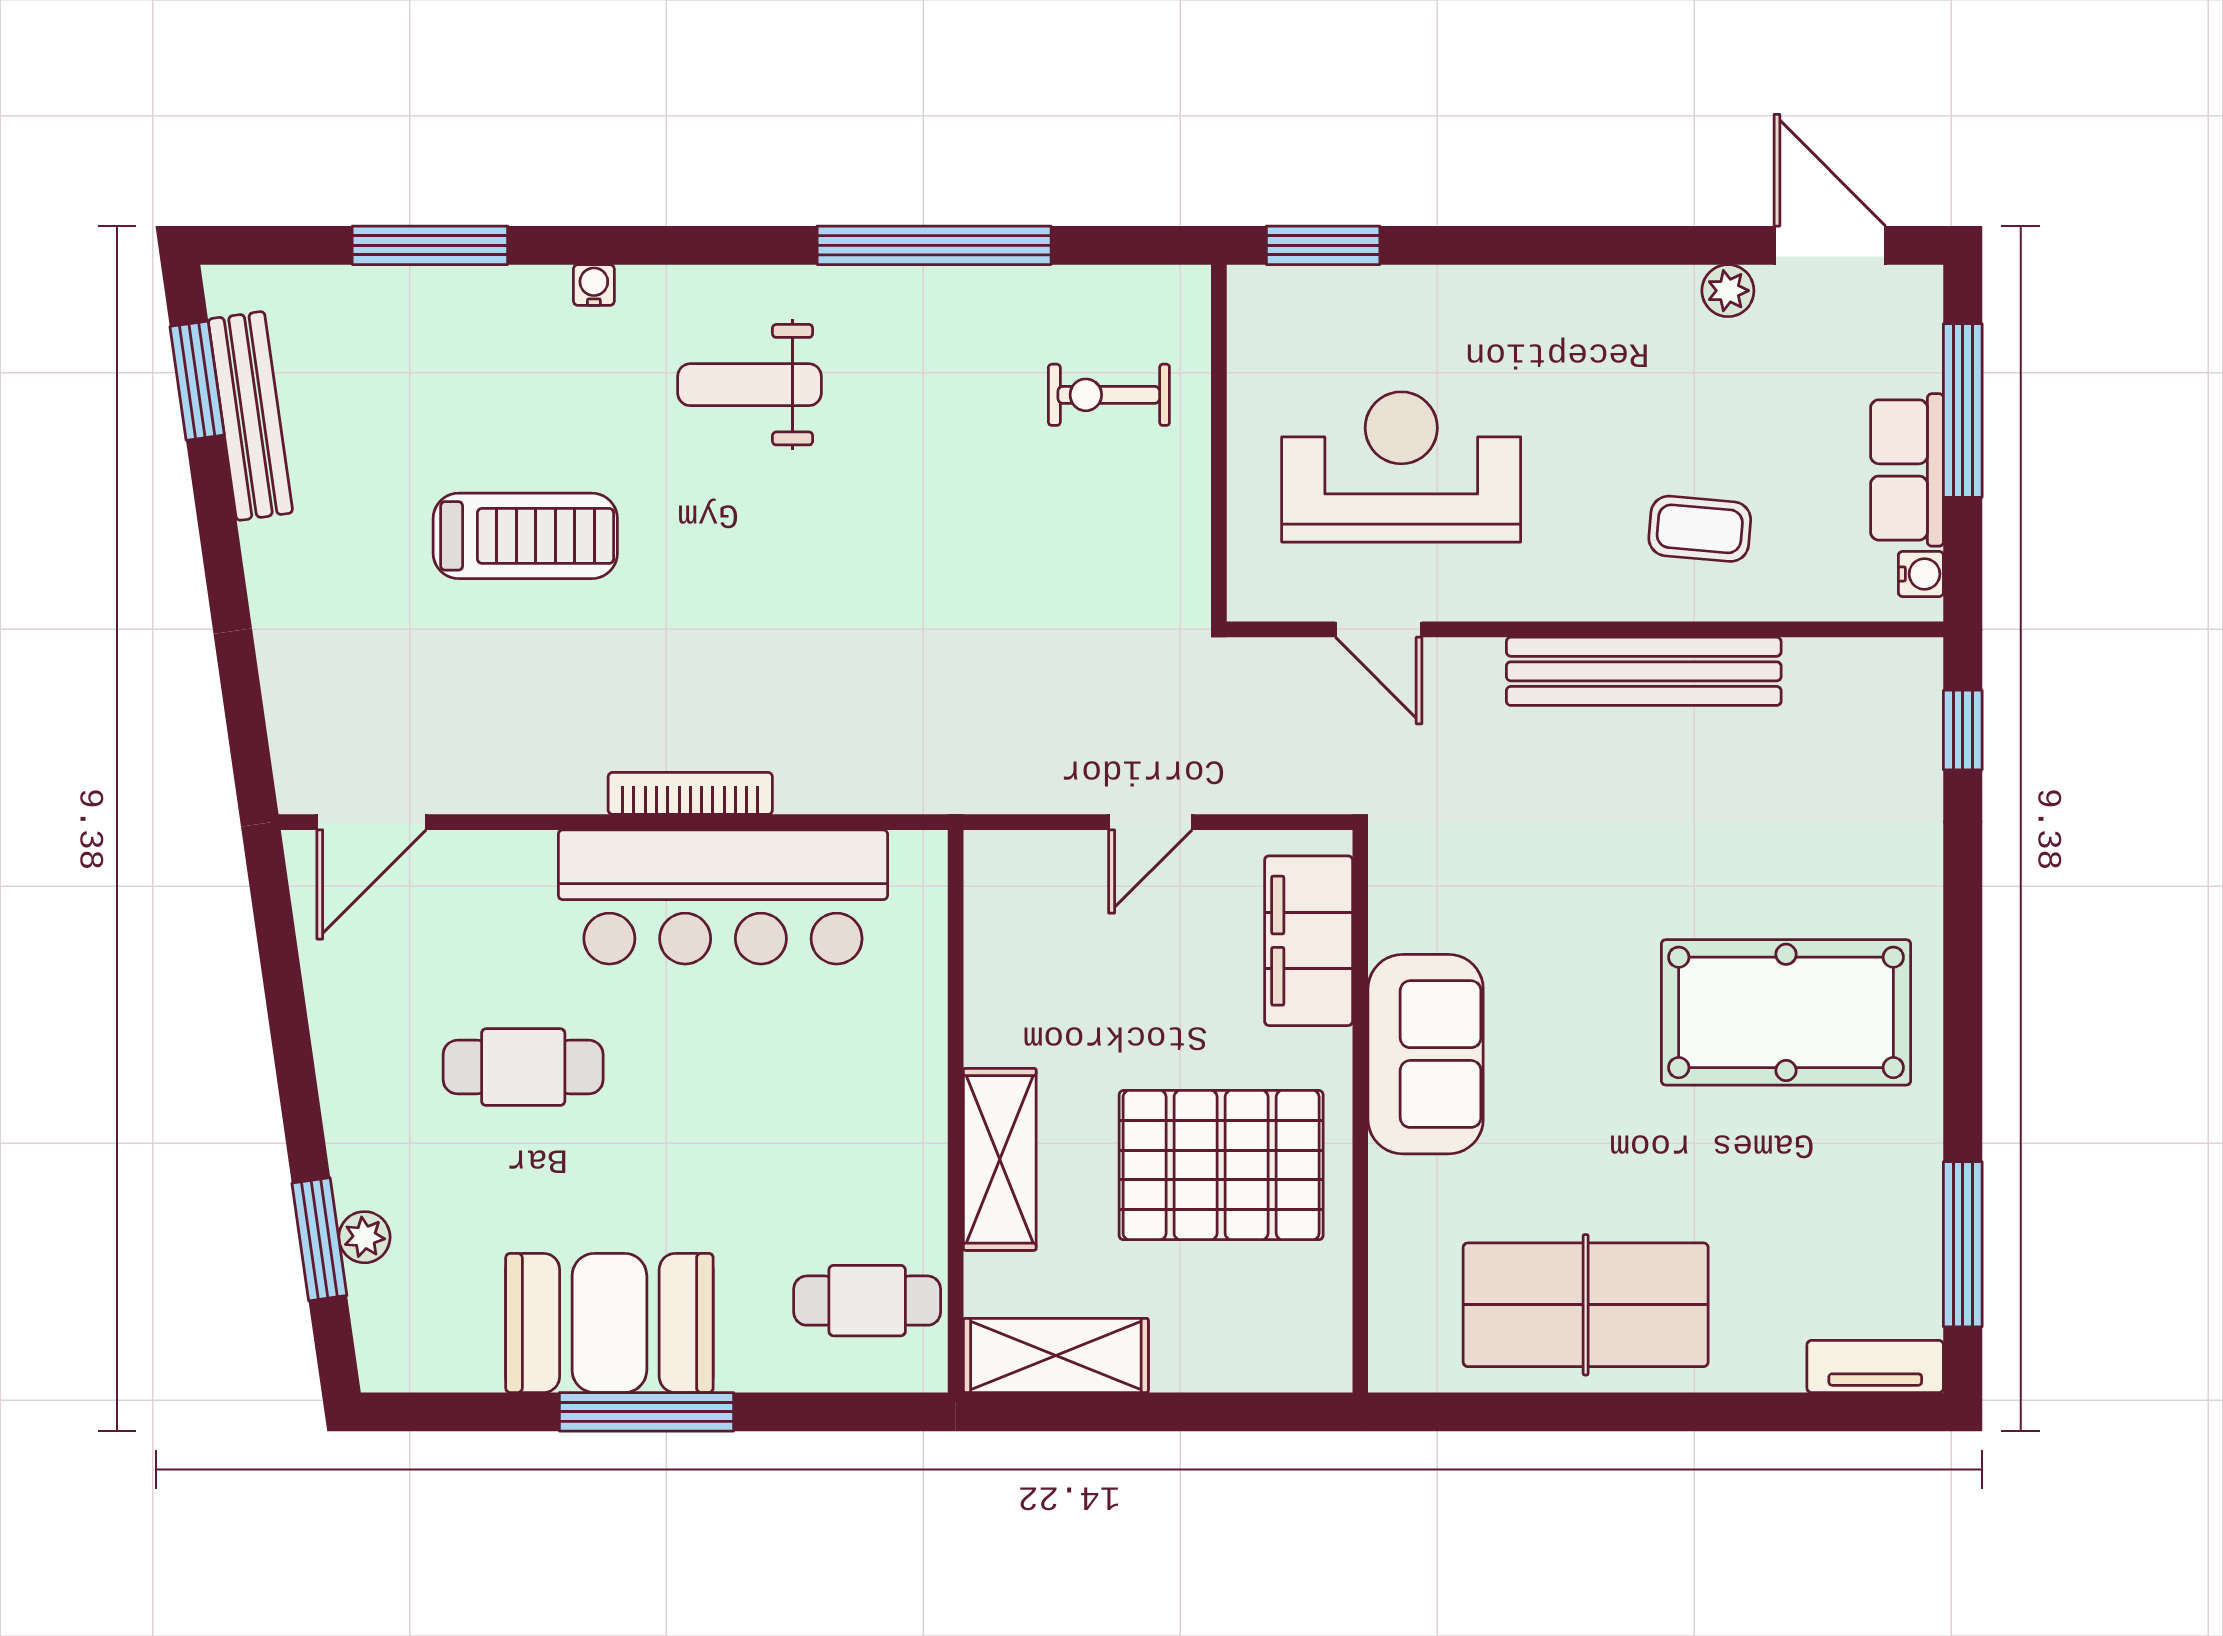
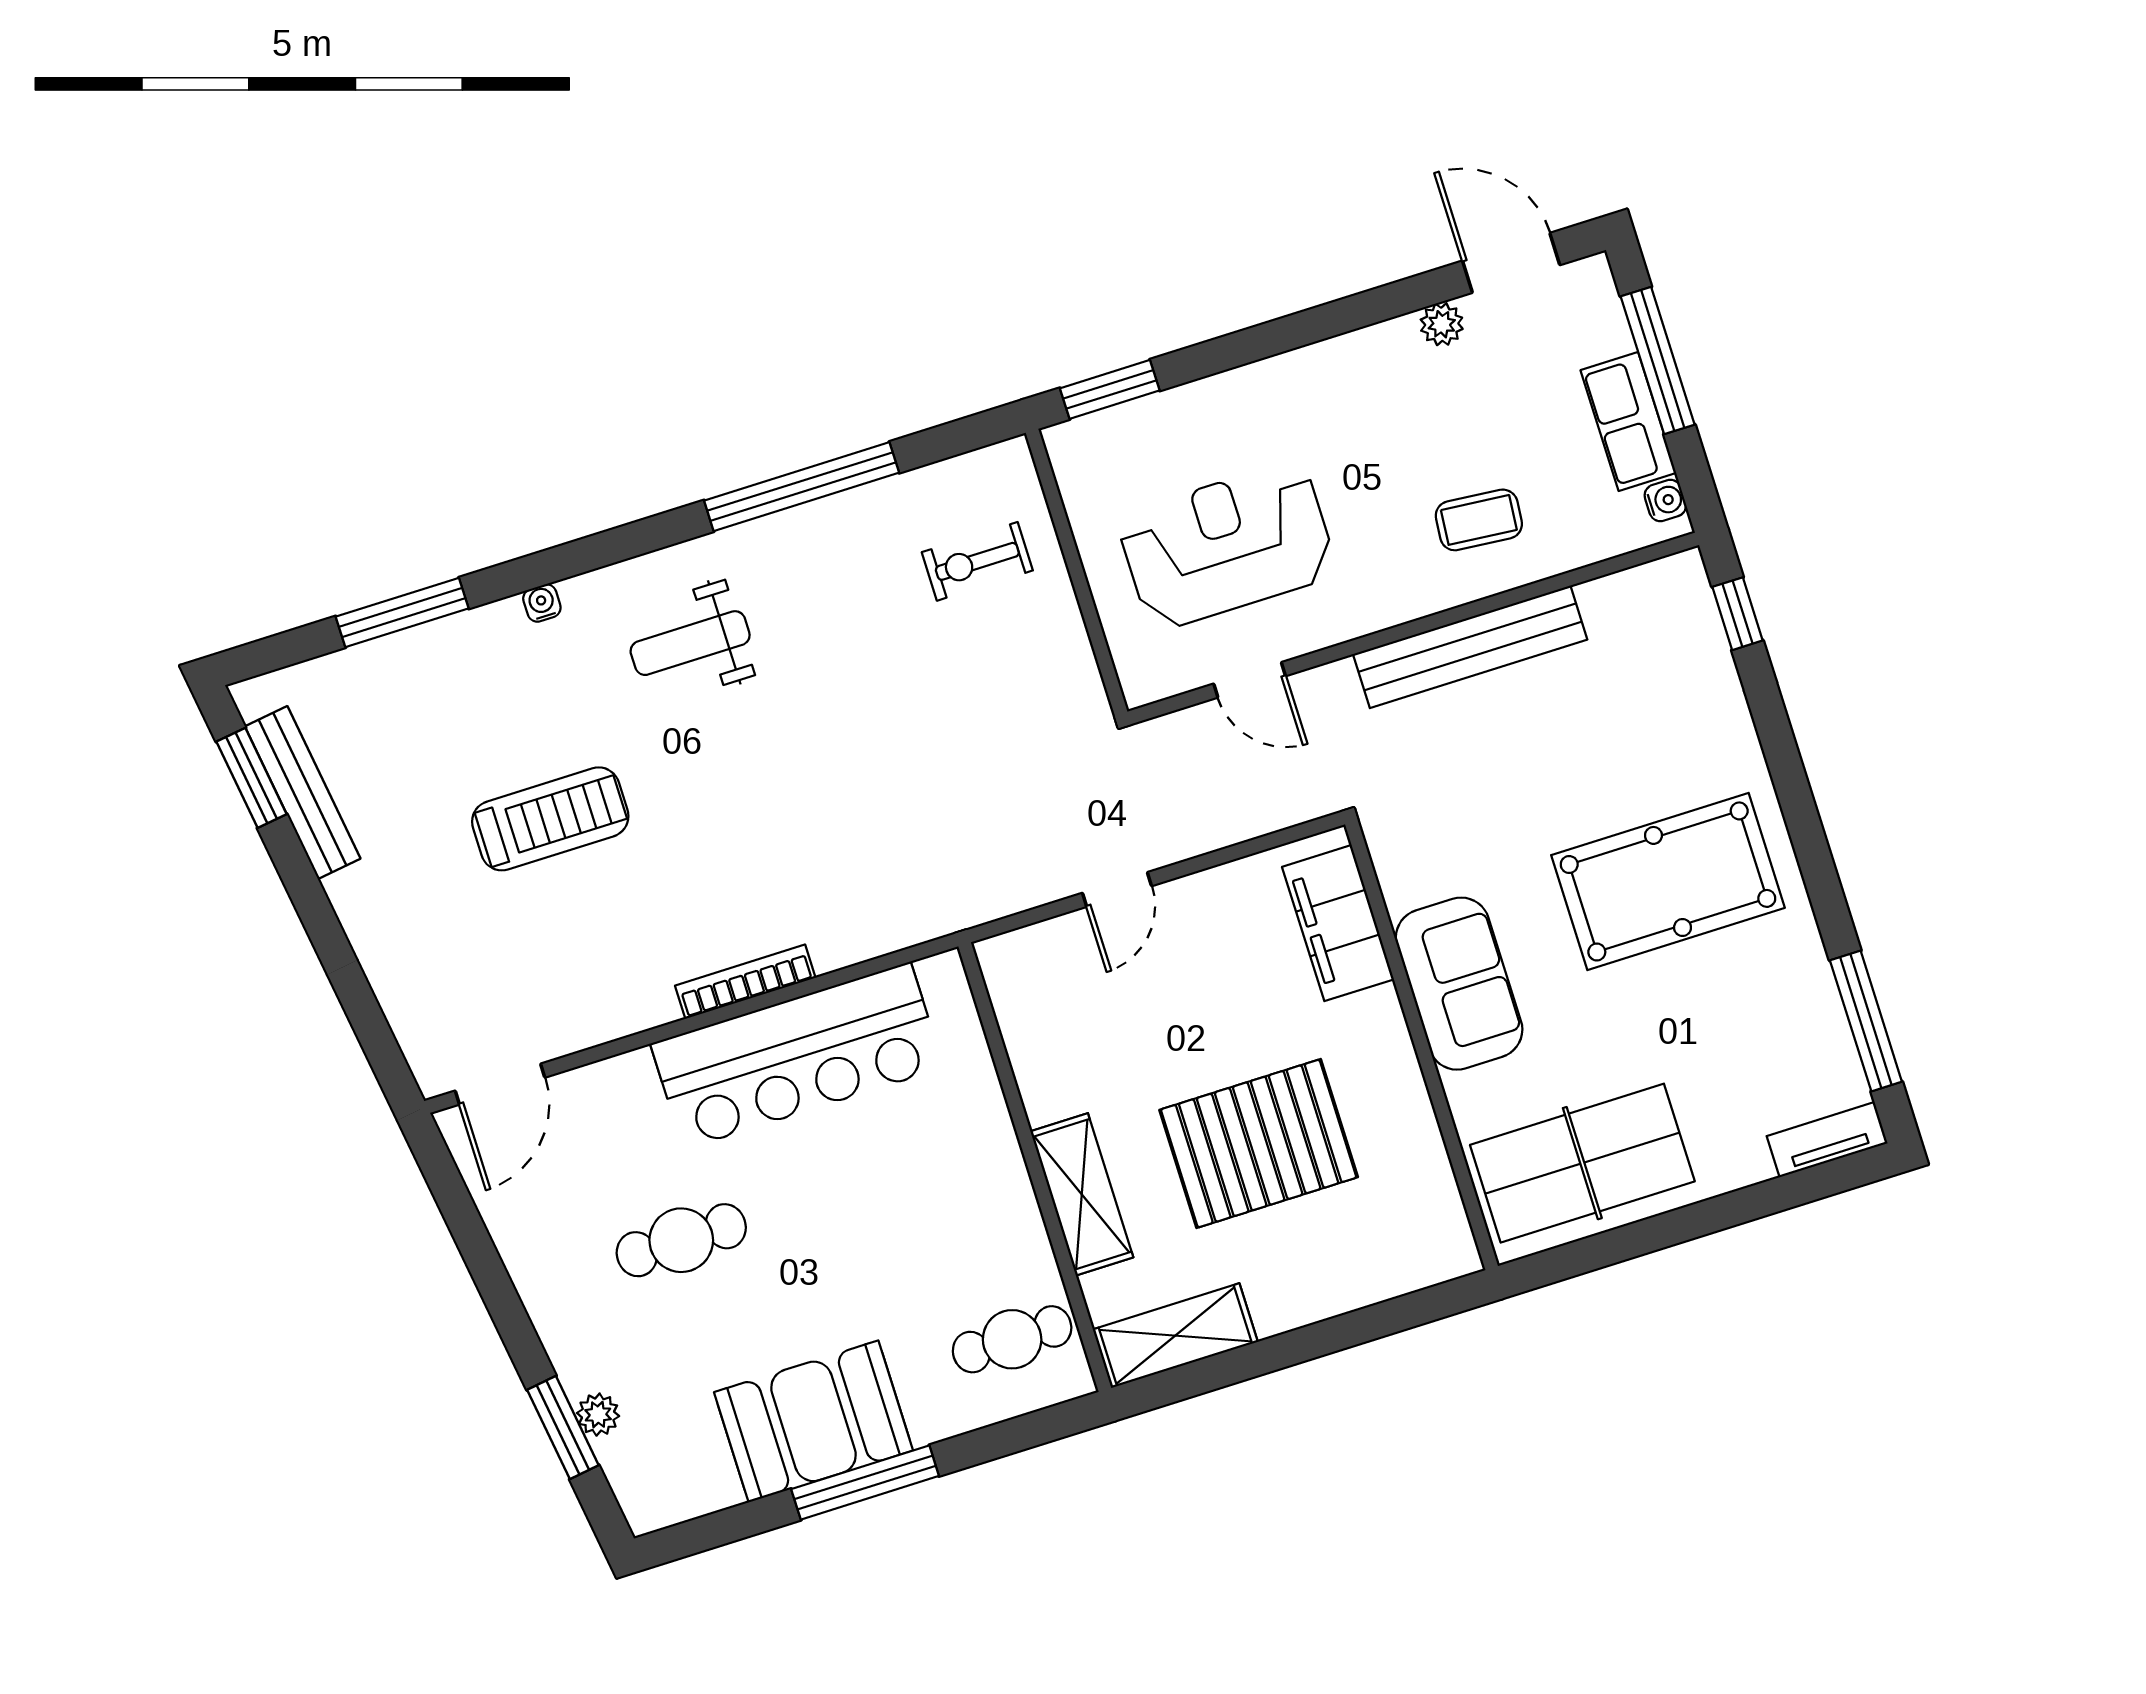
filing cabinet: (1309, 941) -> (1338, 923), moved
sofa: (1426, 1054) -> (1459, 984), moved
wall: (1360, 1111) -> (1422, 1045), moved

